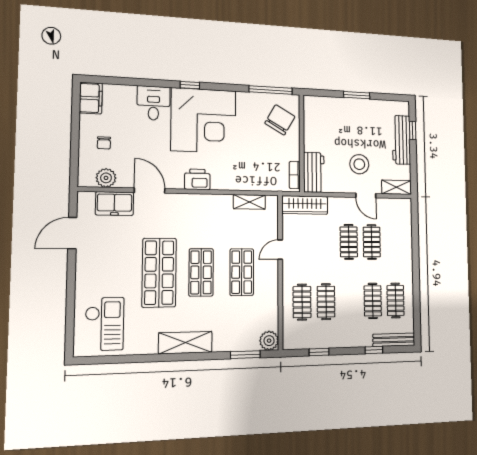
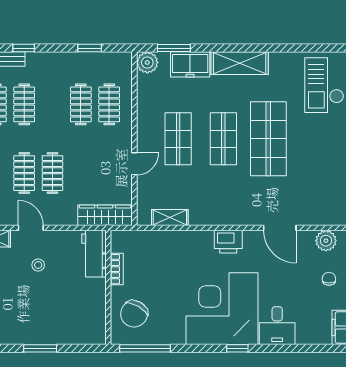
stool: (359, 164) -> (38, 265), width x0.53, depth x0.53
bookcase: (295, 175) -> (117, 269), moved
freezer: (115, 204) -> (190, 64), moved, turned 180

